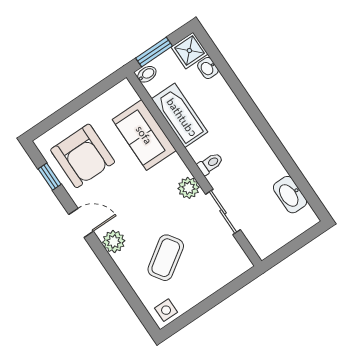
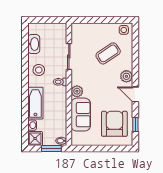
bathtub: (180, 115) -> (35, 103), moved, turned 180
stool: (255, 160) -> (39, 70), added
plant: (189, 188) -> (77, 91), moved

